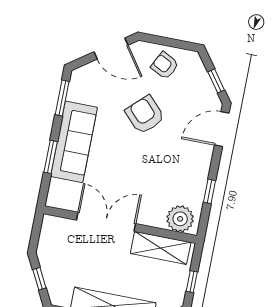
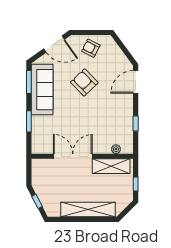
window: (216, 81) -> (126, 52), removed
sofa: (74, 142) -> (42, 90), moved
plant: (180, 219) -> (116, 149), width x0.53, depth x0.53

